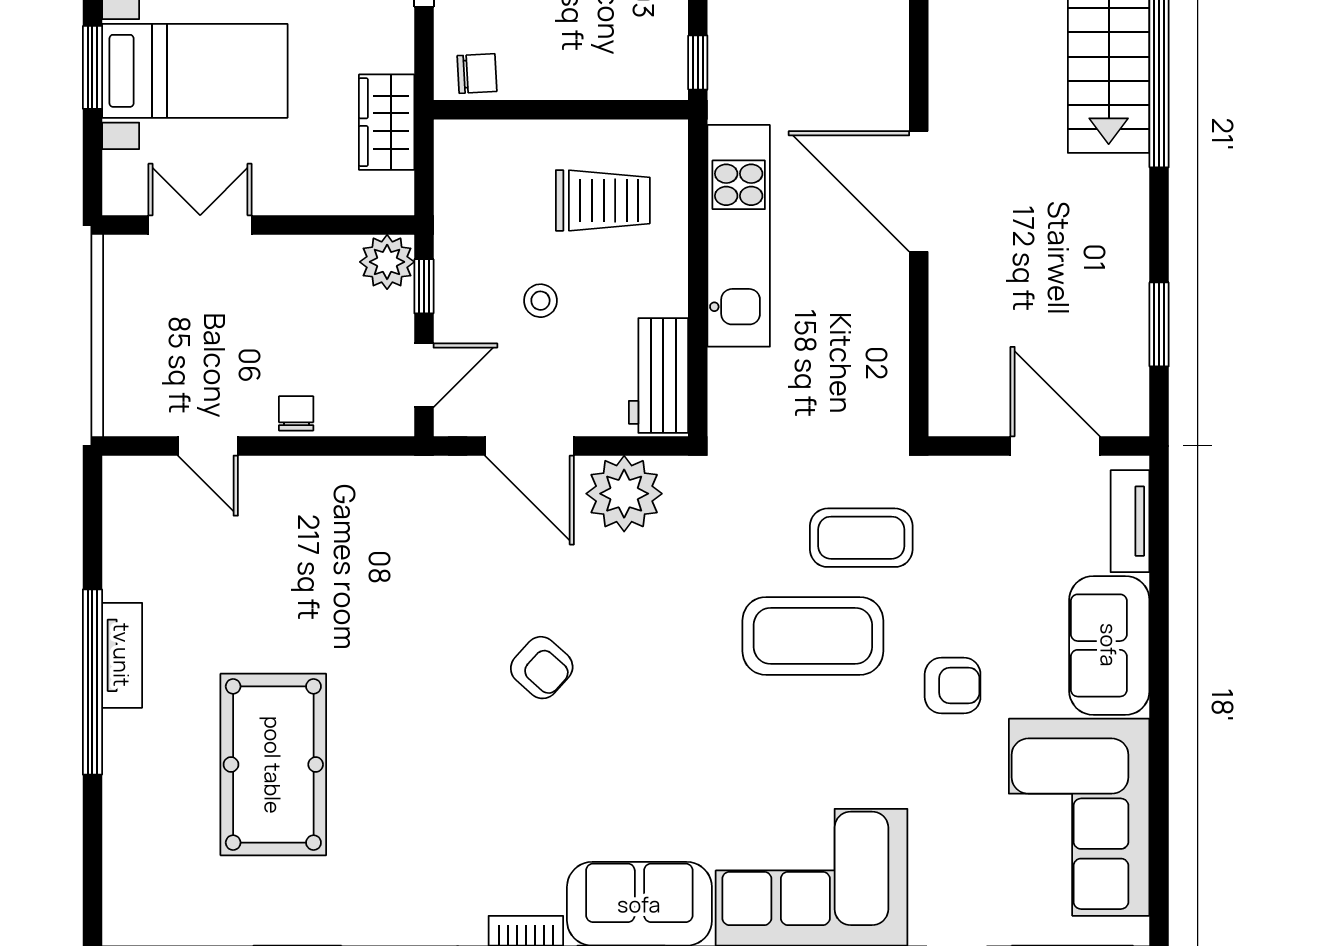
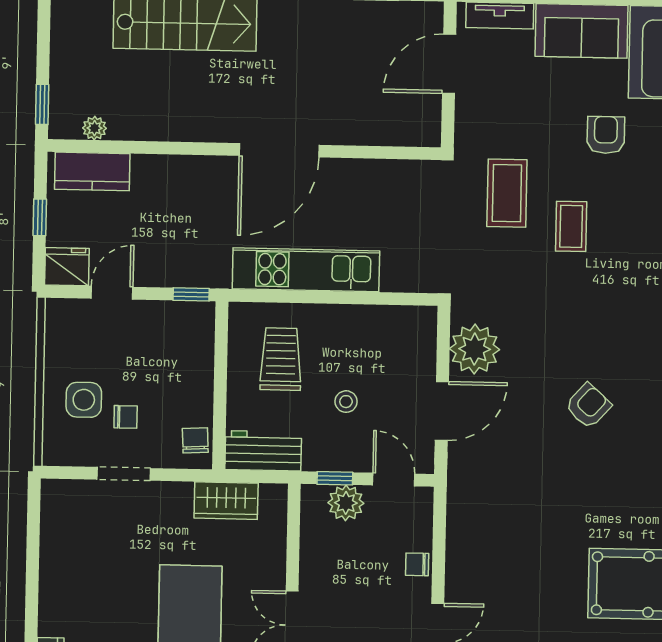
plant: (387, 262) -> (346, 503), moved
workbench: (659, 375) -> (263, 451), moved, turned 180
coffee table: (813, 636) -> (571, 226), width x0.54, depth x0.58

